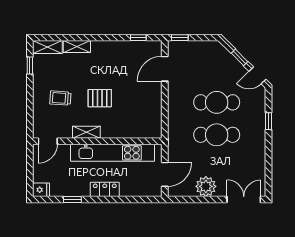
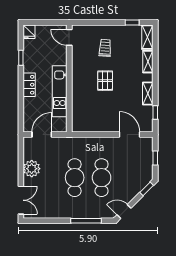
window: (180, 38) -> (155, 158), moved
window: (239, 57) -> (147, 189), moved
door: (257, 75) -> (124, 211), hinge flipped
window: (268, 121) -> (86, 221), width x2.17
shelving: (86, 132) -> (148, 93), moved
kitchen unit: (113, 153) -> (60, 91), width x0.73
door: (165, 174) -> (42, 135), swing flipped

